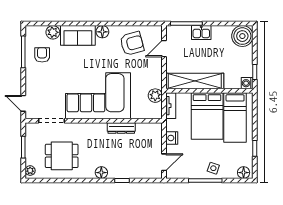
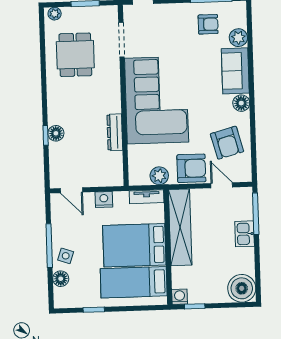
armchair: (150, 71) -> (191, 168), added
floor lamp: (101, 173) -> (56, 133), moved
floor lamp: (244, 173) -> (61, 279), moved

